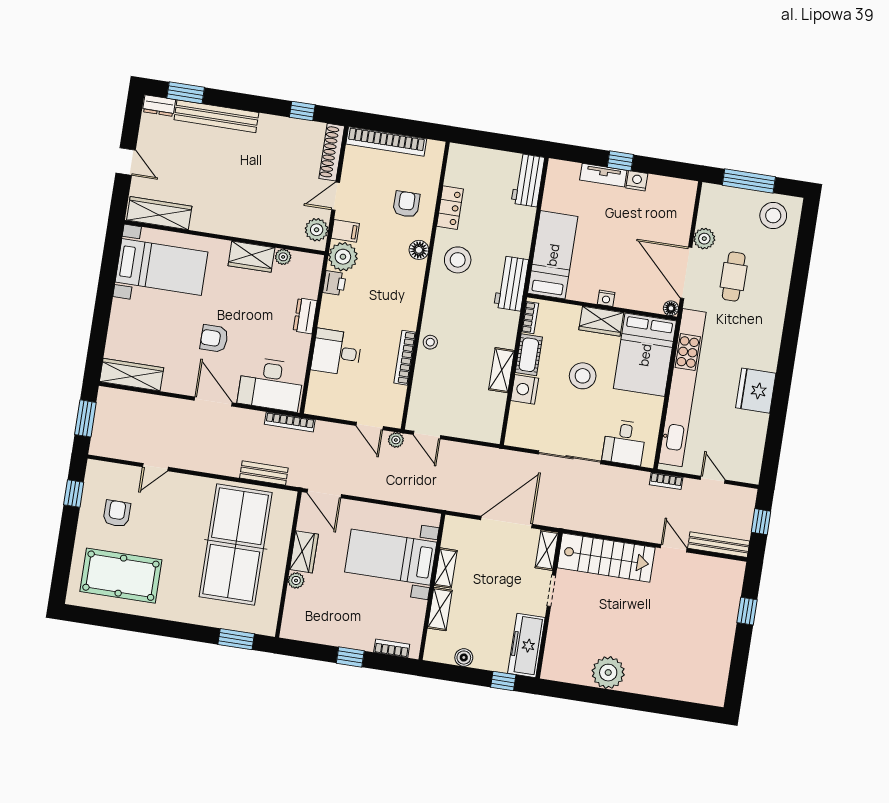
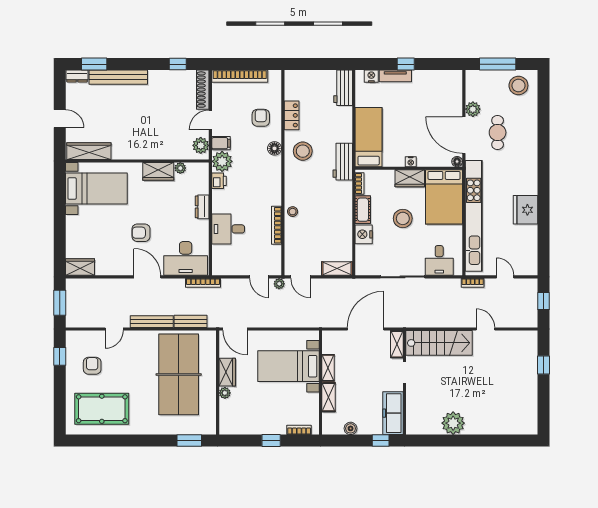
nightstand: (637, 181) -> (371, 76), moved
shelving: (502, 370) -> (337, 269), moved, turned 90
wardrobe: (132, 375) -> (80, 267), width x0.67
bench: (719, 545) -> (152, 322), moved

